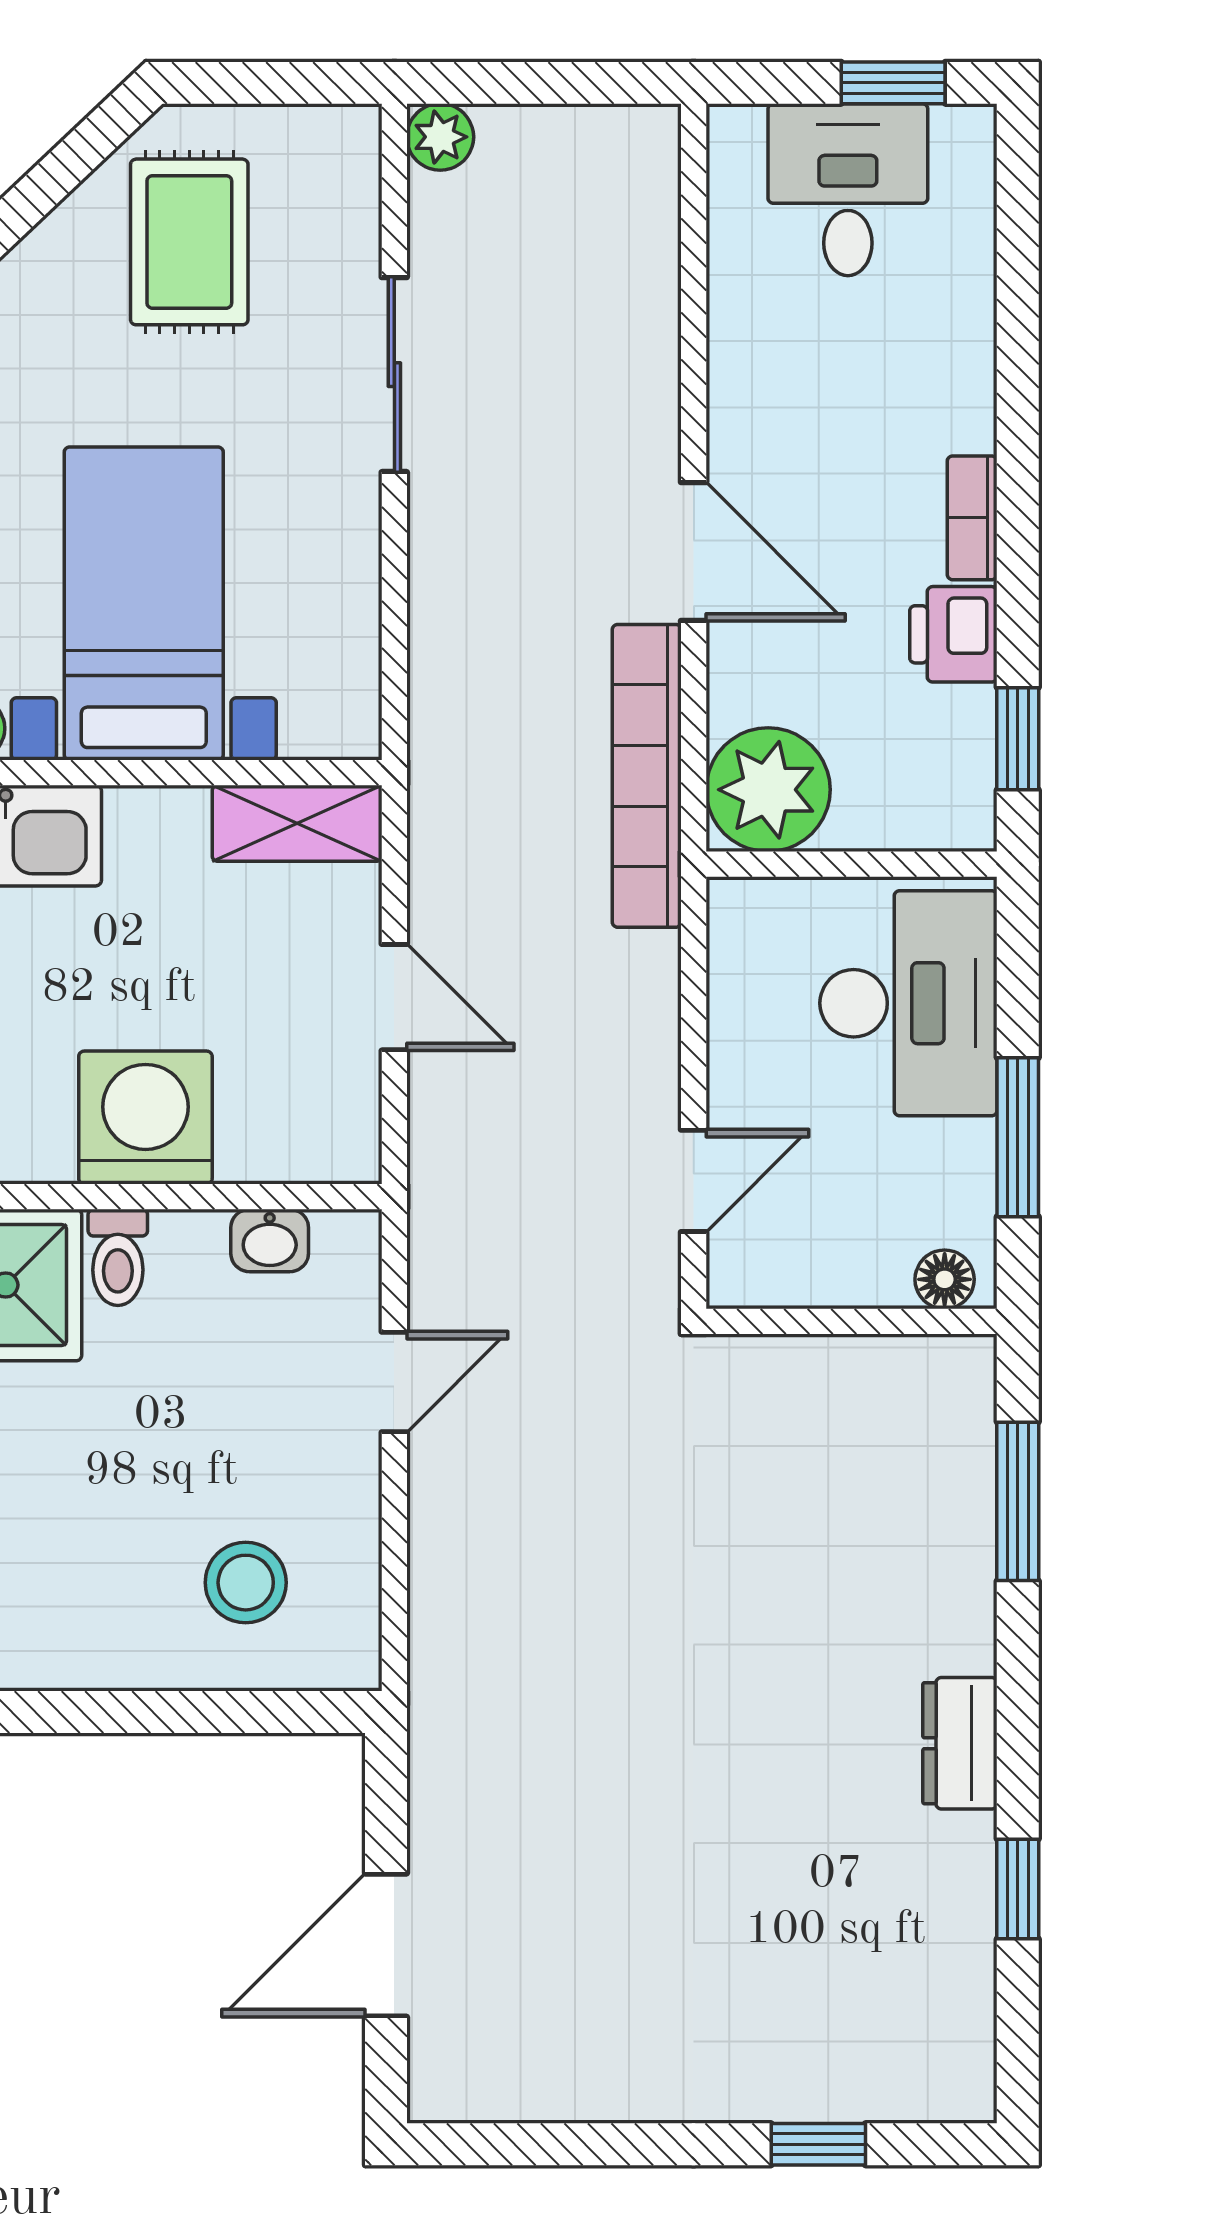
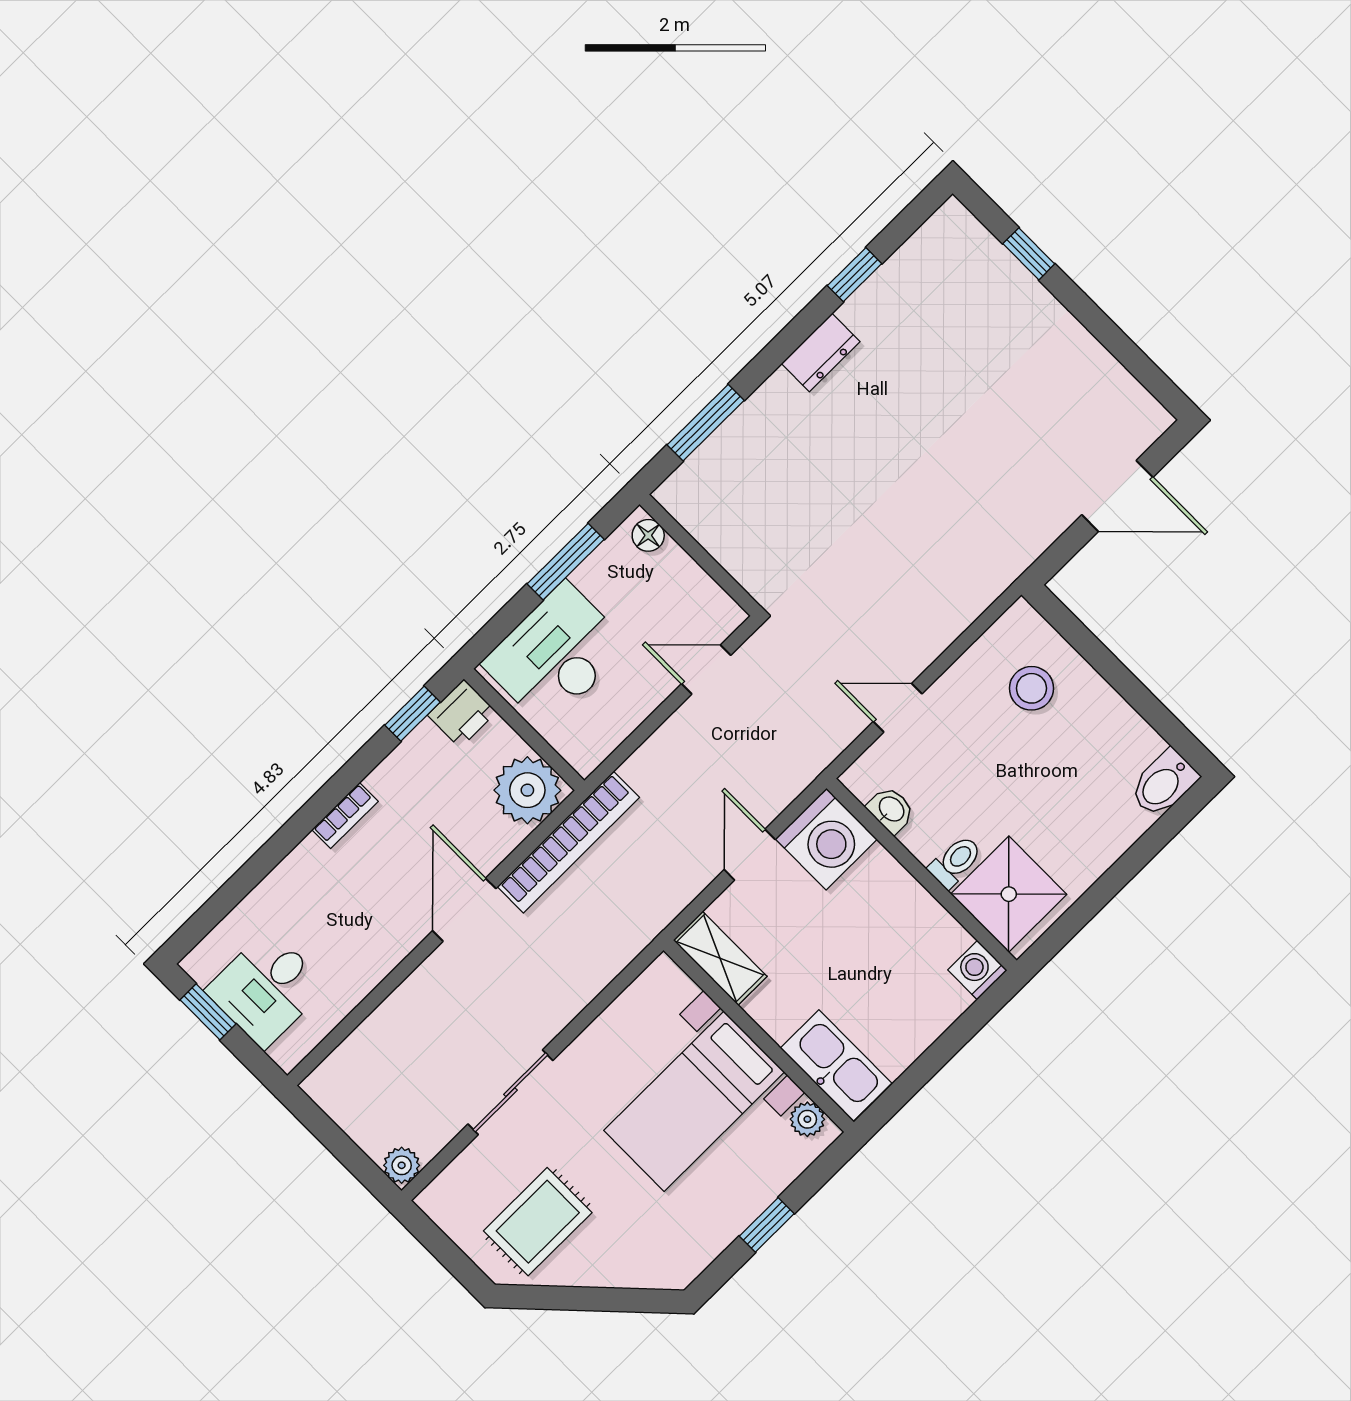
printer: (953, 634) -> (462, 714), moved
washing machine: (145, 1118) -> (826, 839), moved, turned -90

